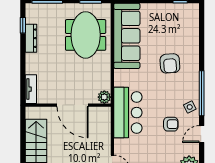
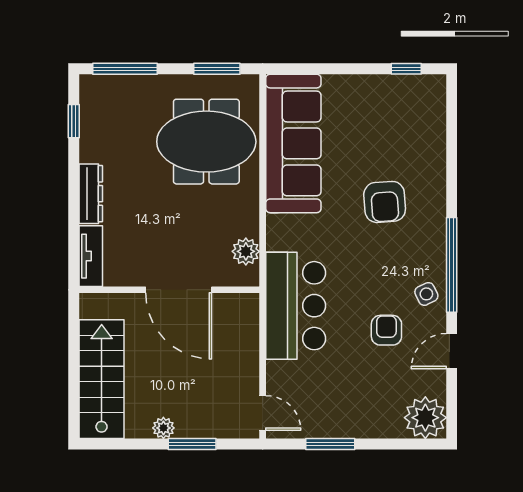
meeting table: (86, 35) -> (206, 142), turned 90
dresser: (31, 38) -> (91, 194), moved
plant: (104, 97) -> (246, 251), moved
armchair: (171, 124) -> (386, 330), turned -90

